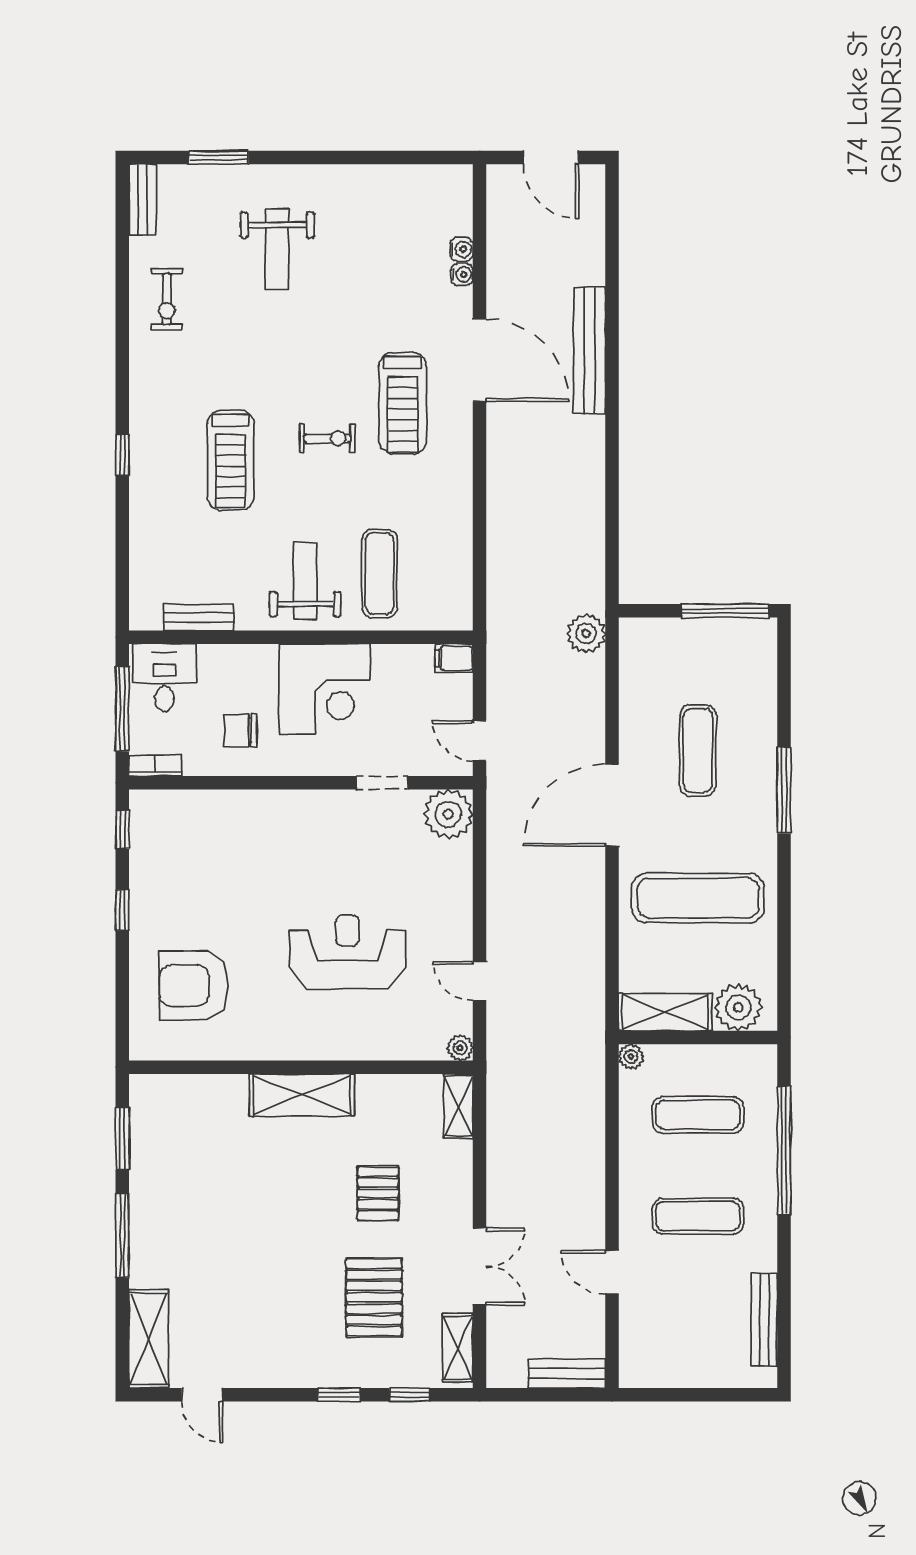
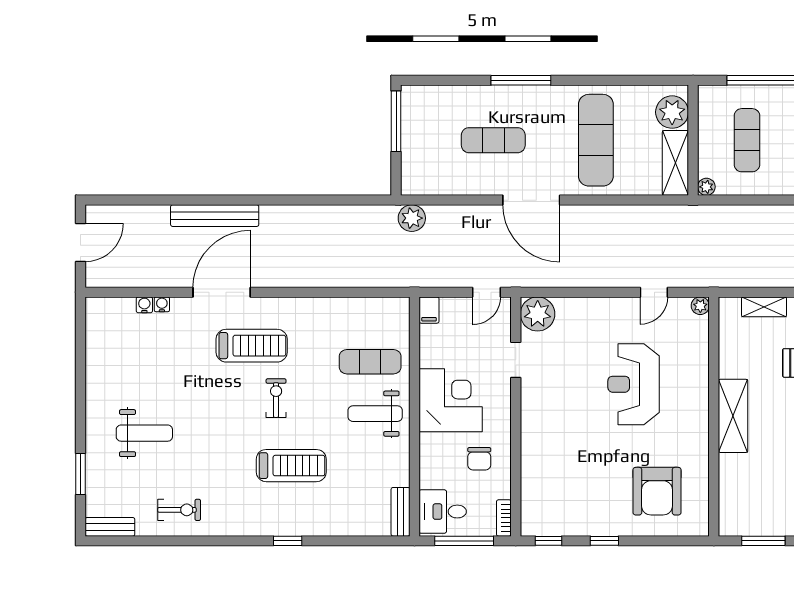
bench: (199, 617) -> (401, 512), moved
shelving: (458, 1106) -> (764, 307), moved

